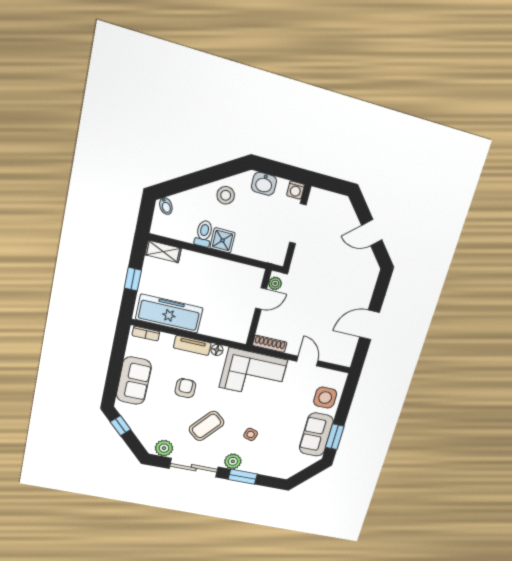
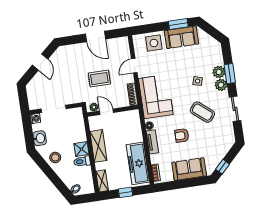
shelving: (217, 267) -> (98, 146), added
rug: (311, 307) -> (99, 79), added
plant: (164, 448) -> (219, 72), moved
sliding door: (194, 468) -> (235, 109), width x0.73

